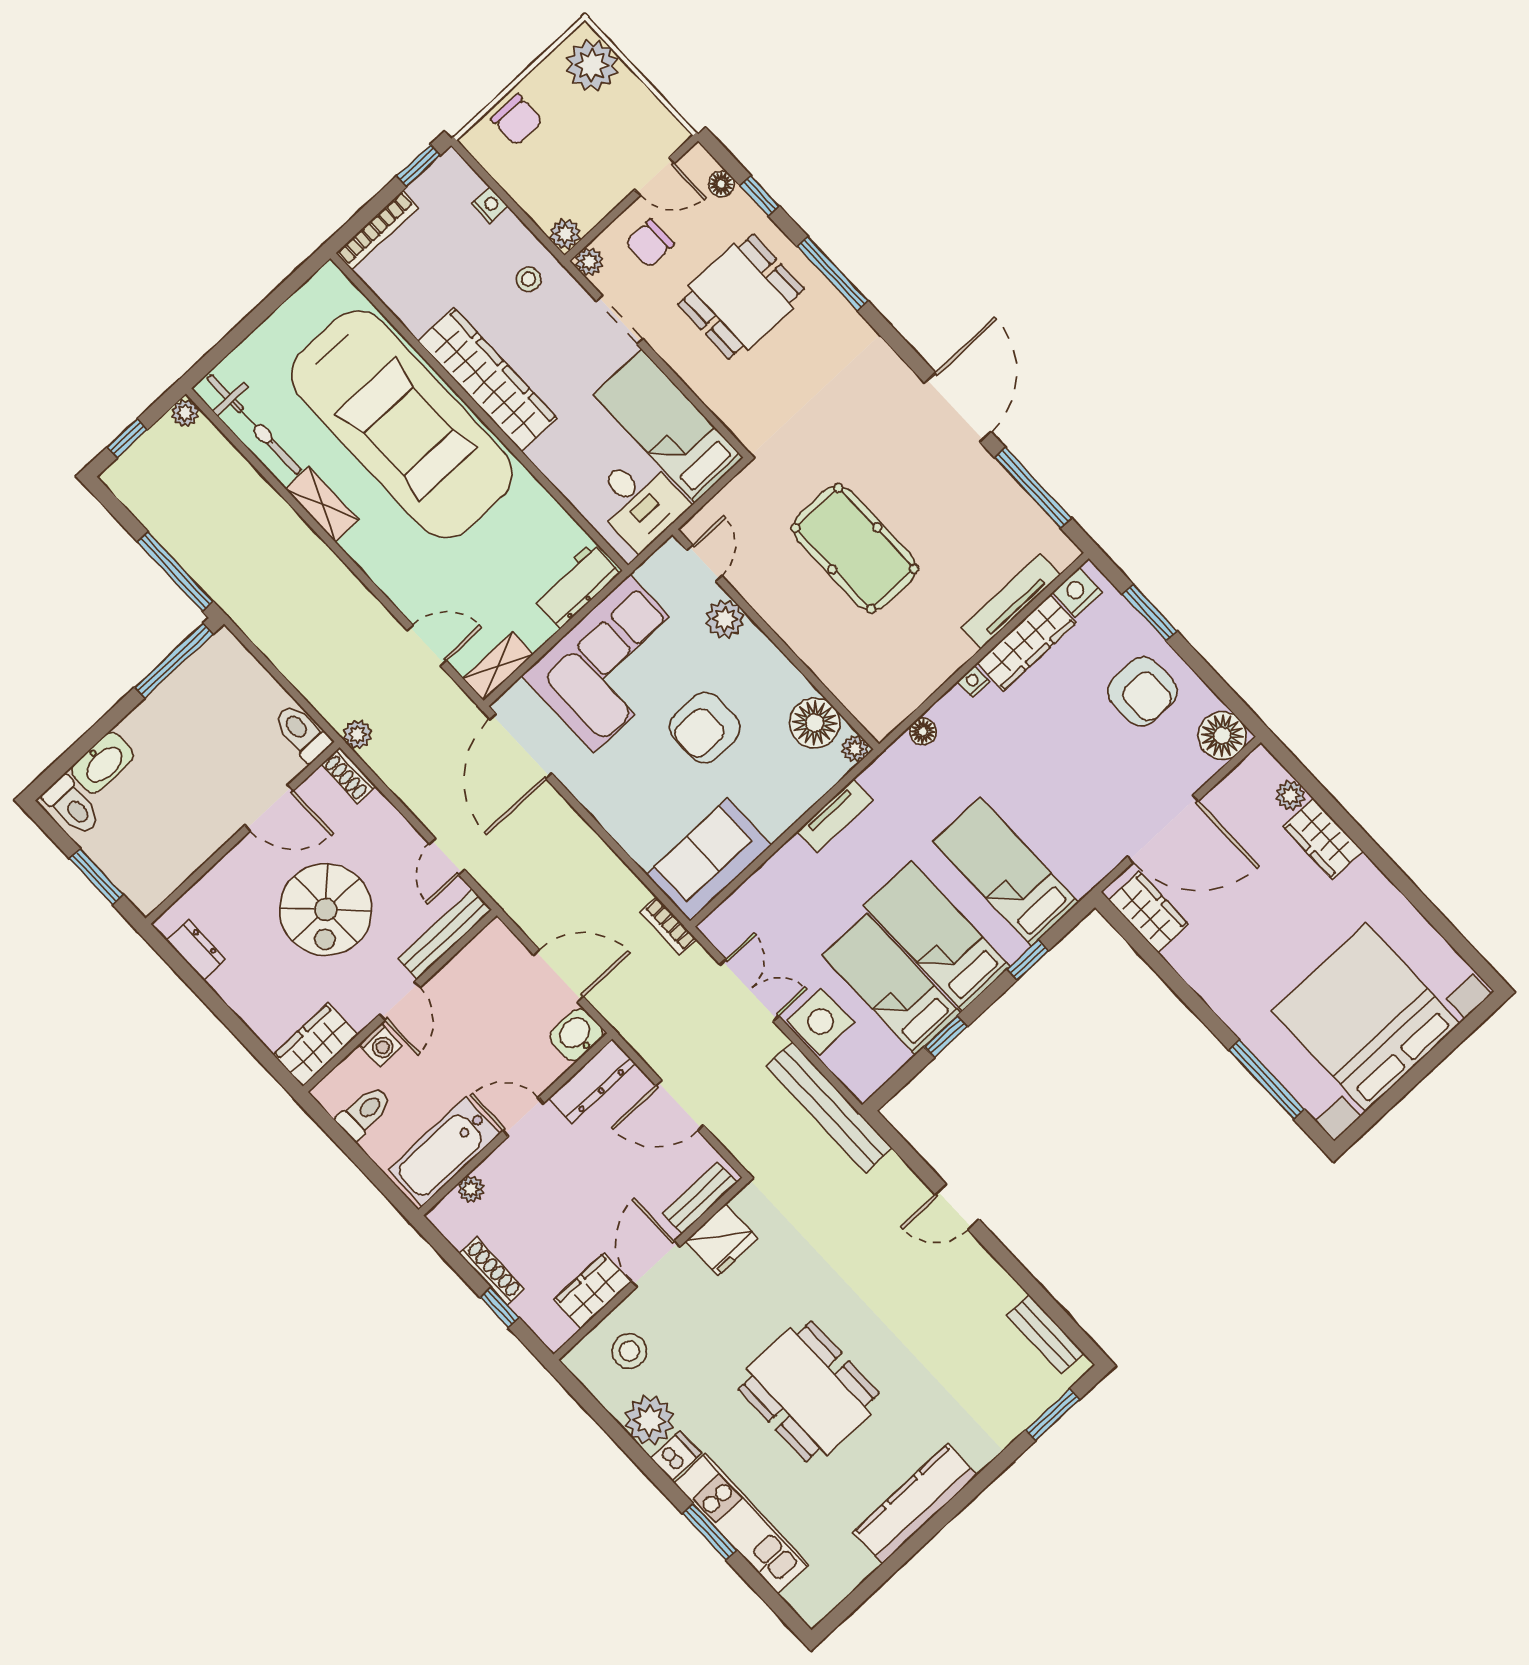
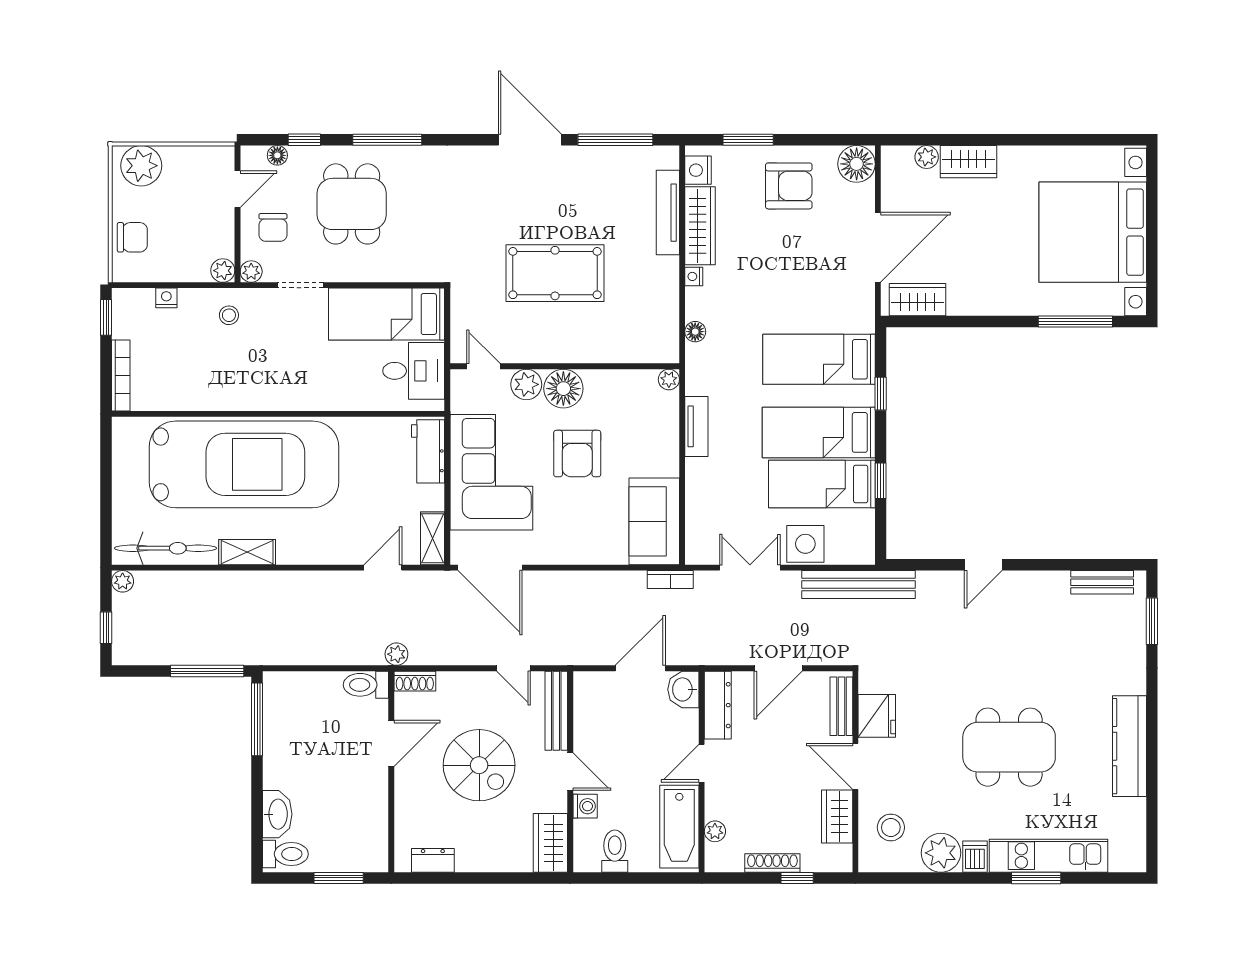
wardrobe: (488, 380) -> (264, 392), removed
floor lamp: (815, 723) -> (563, 389), moved

